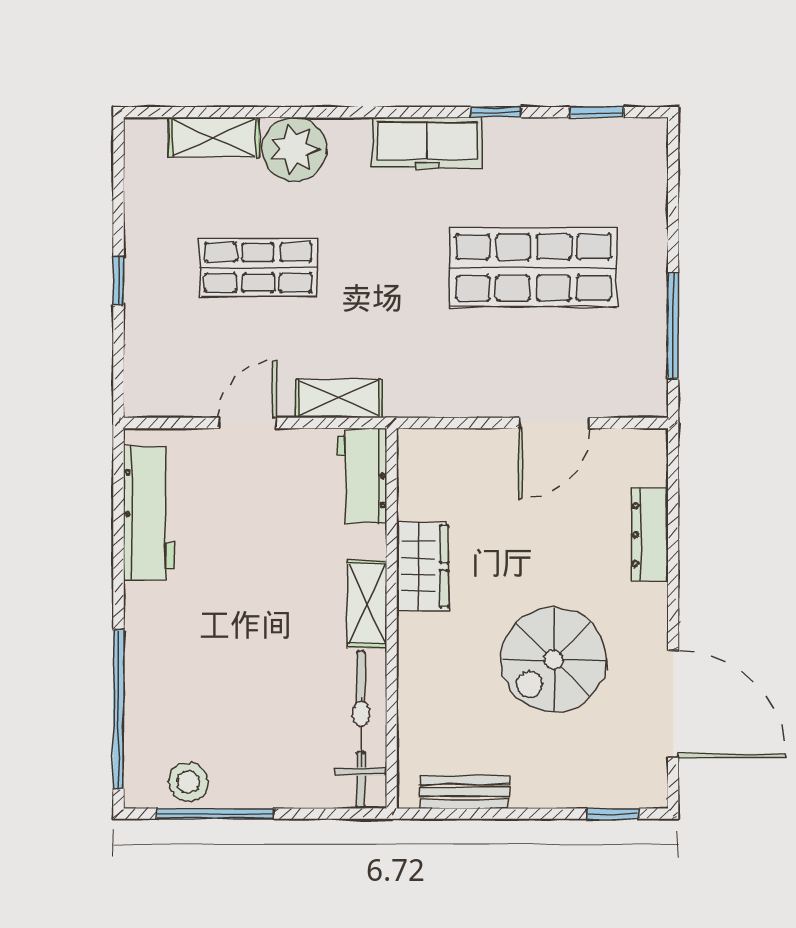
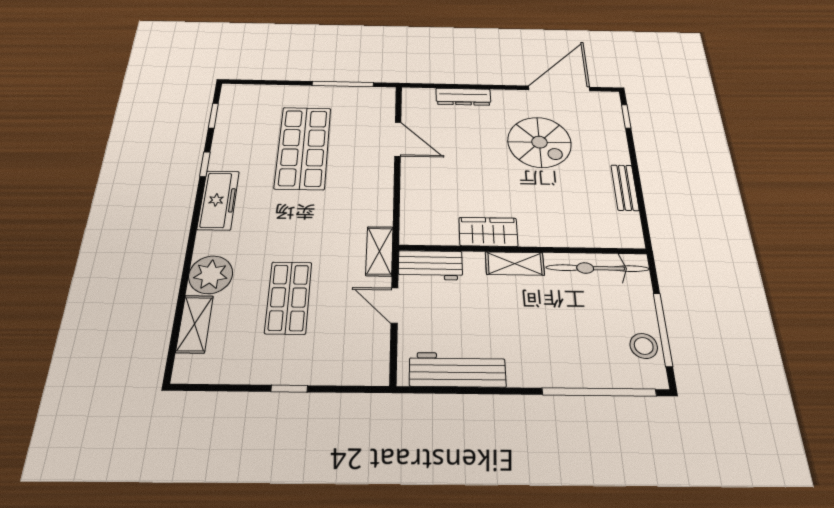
workbench: (362, 476) -> (430, 265), moved
wardrobe: (423, 566) -> (488, 232), moved
shelving: (367, 604) -> (515, 264), moved
wall: (392, 618) -> (523, 250), moved
bicycle: (361, 730) -> (598, 268), moved

